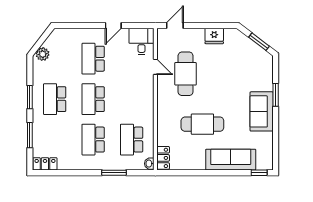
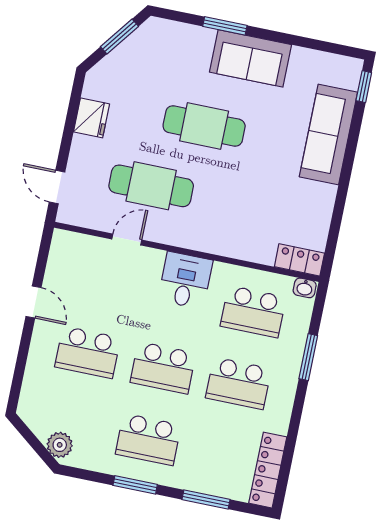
desk: (141, 41) -> (185, 280), moved, turned 90
cafe table: (202, 124) -> (204, 126), moved, turned 90
locker: (45, 164) -> (268, 470), width x1.53

